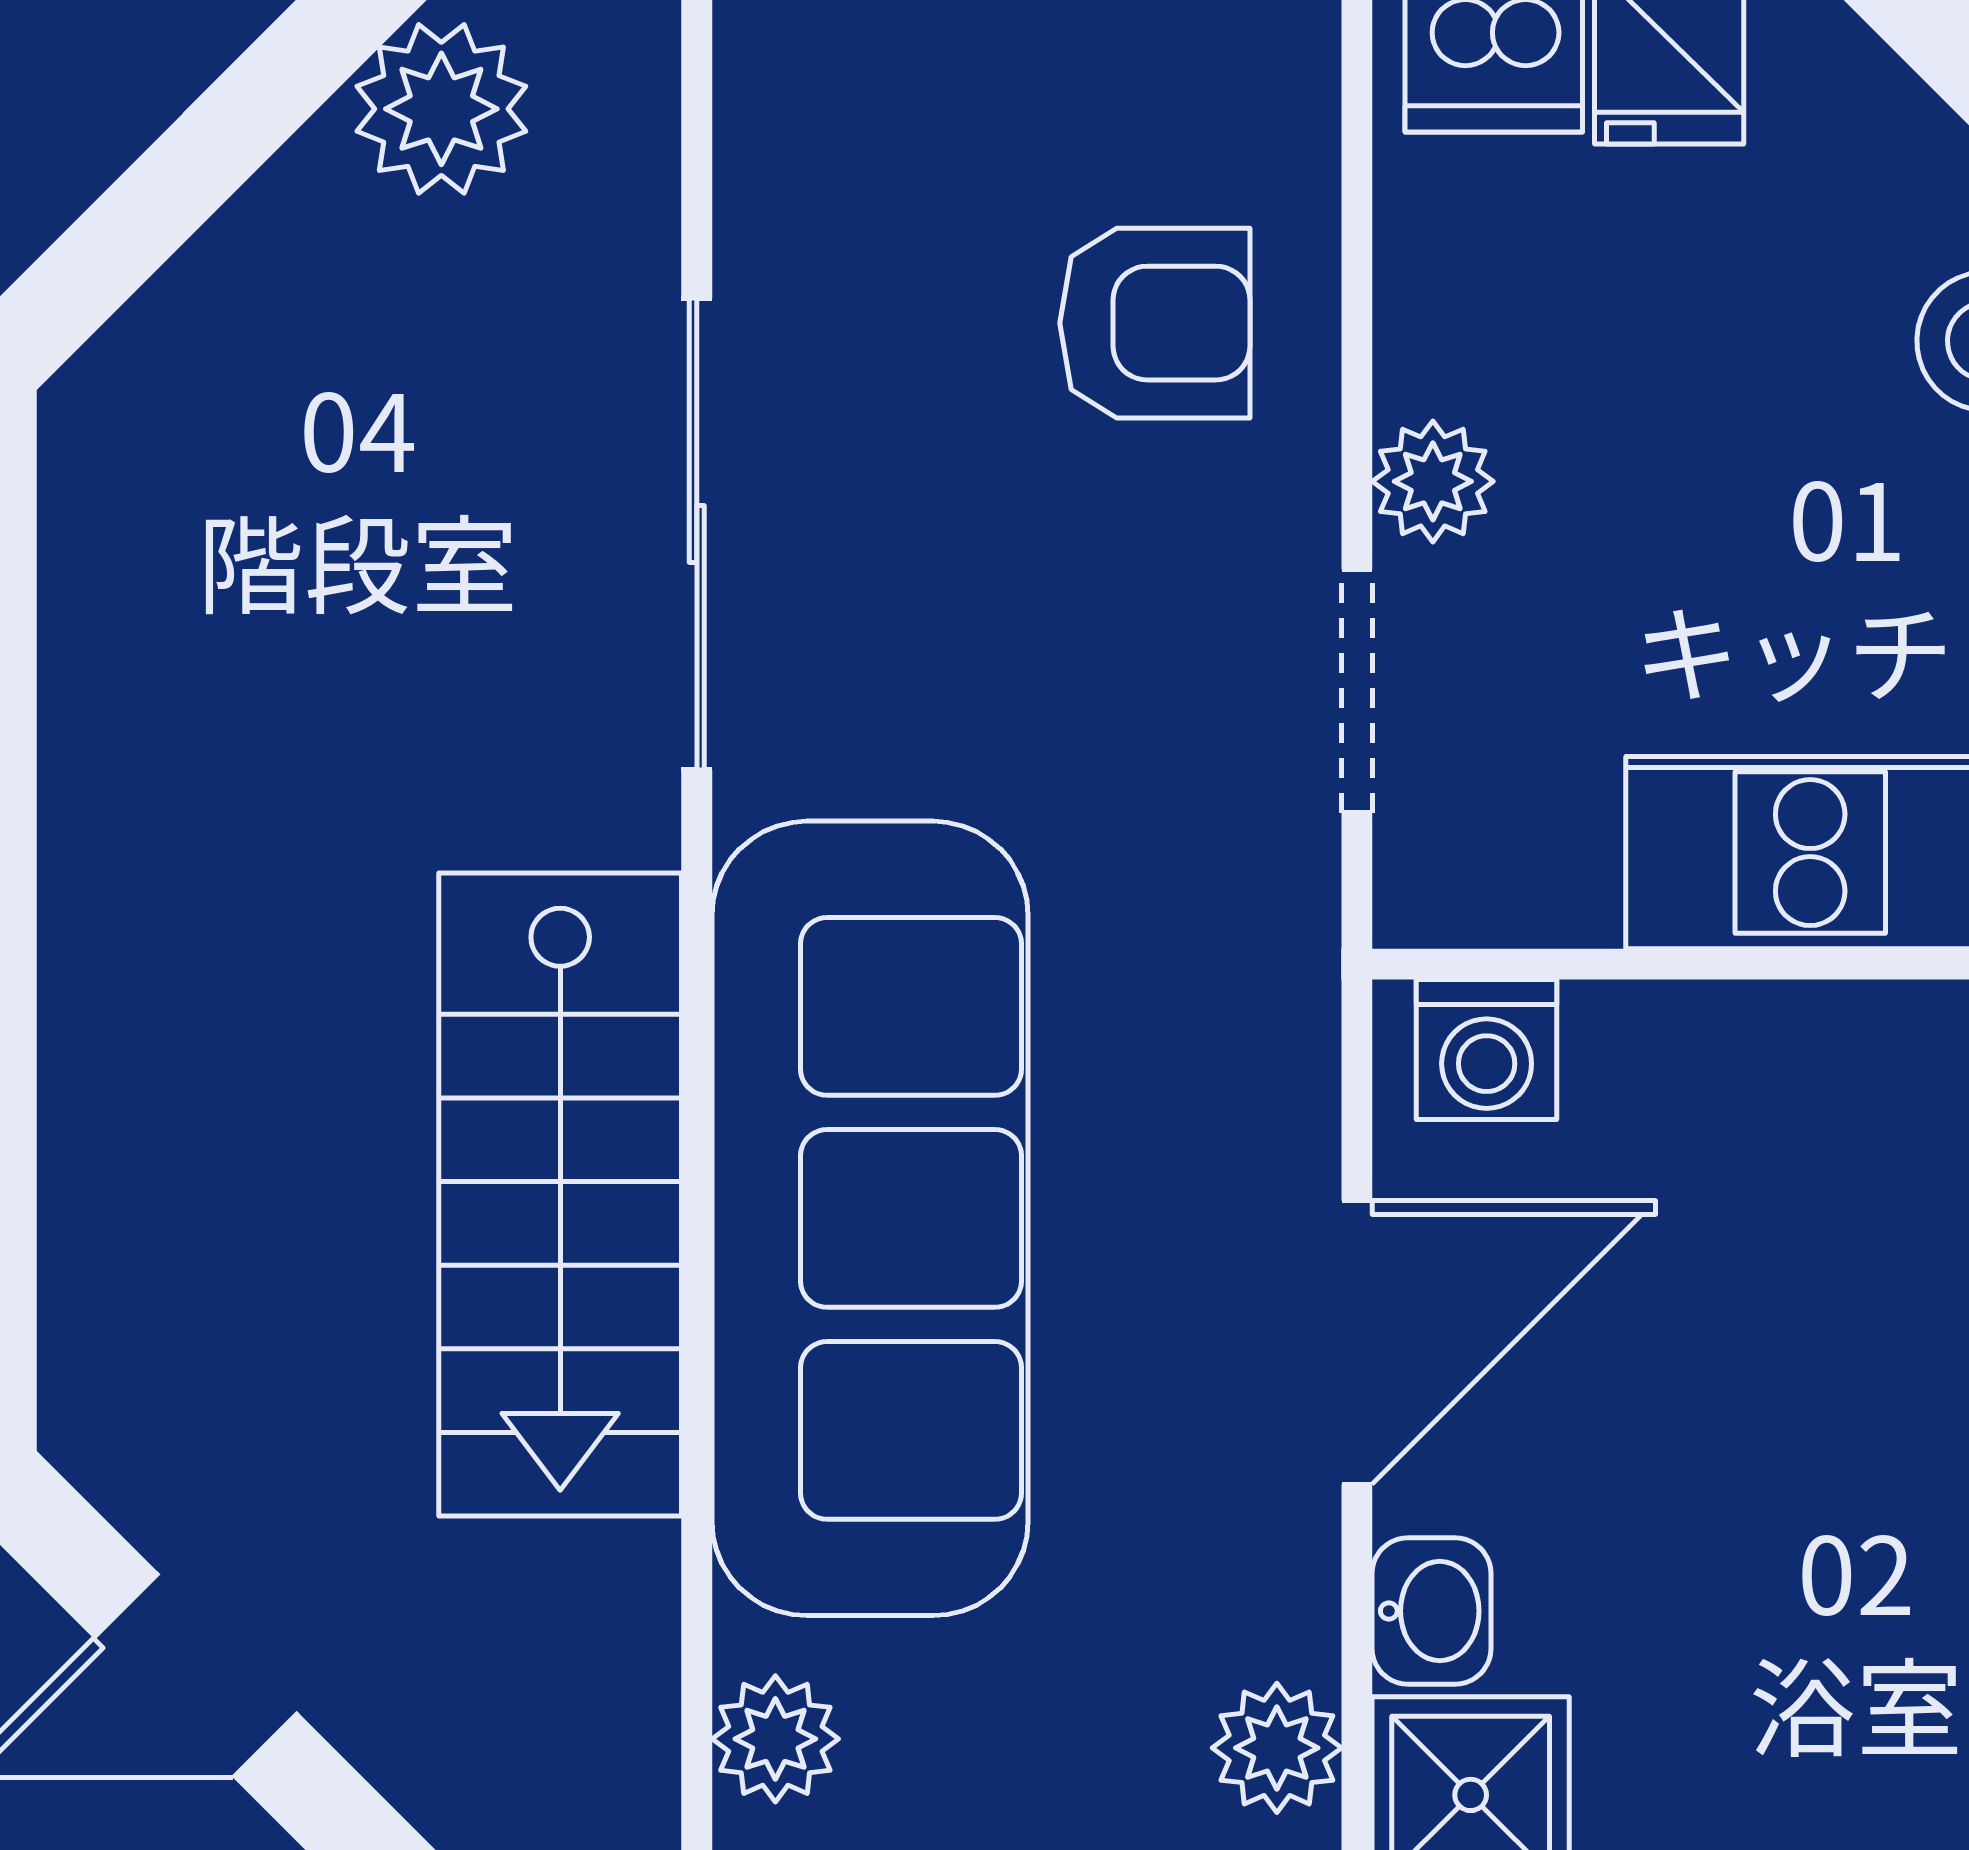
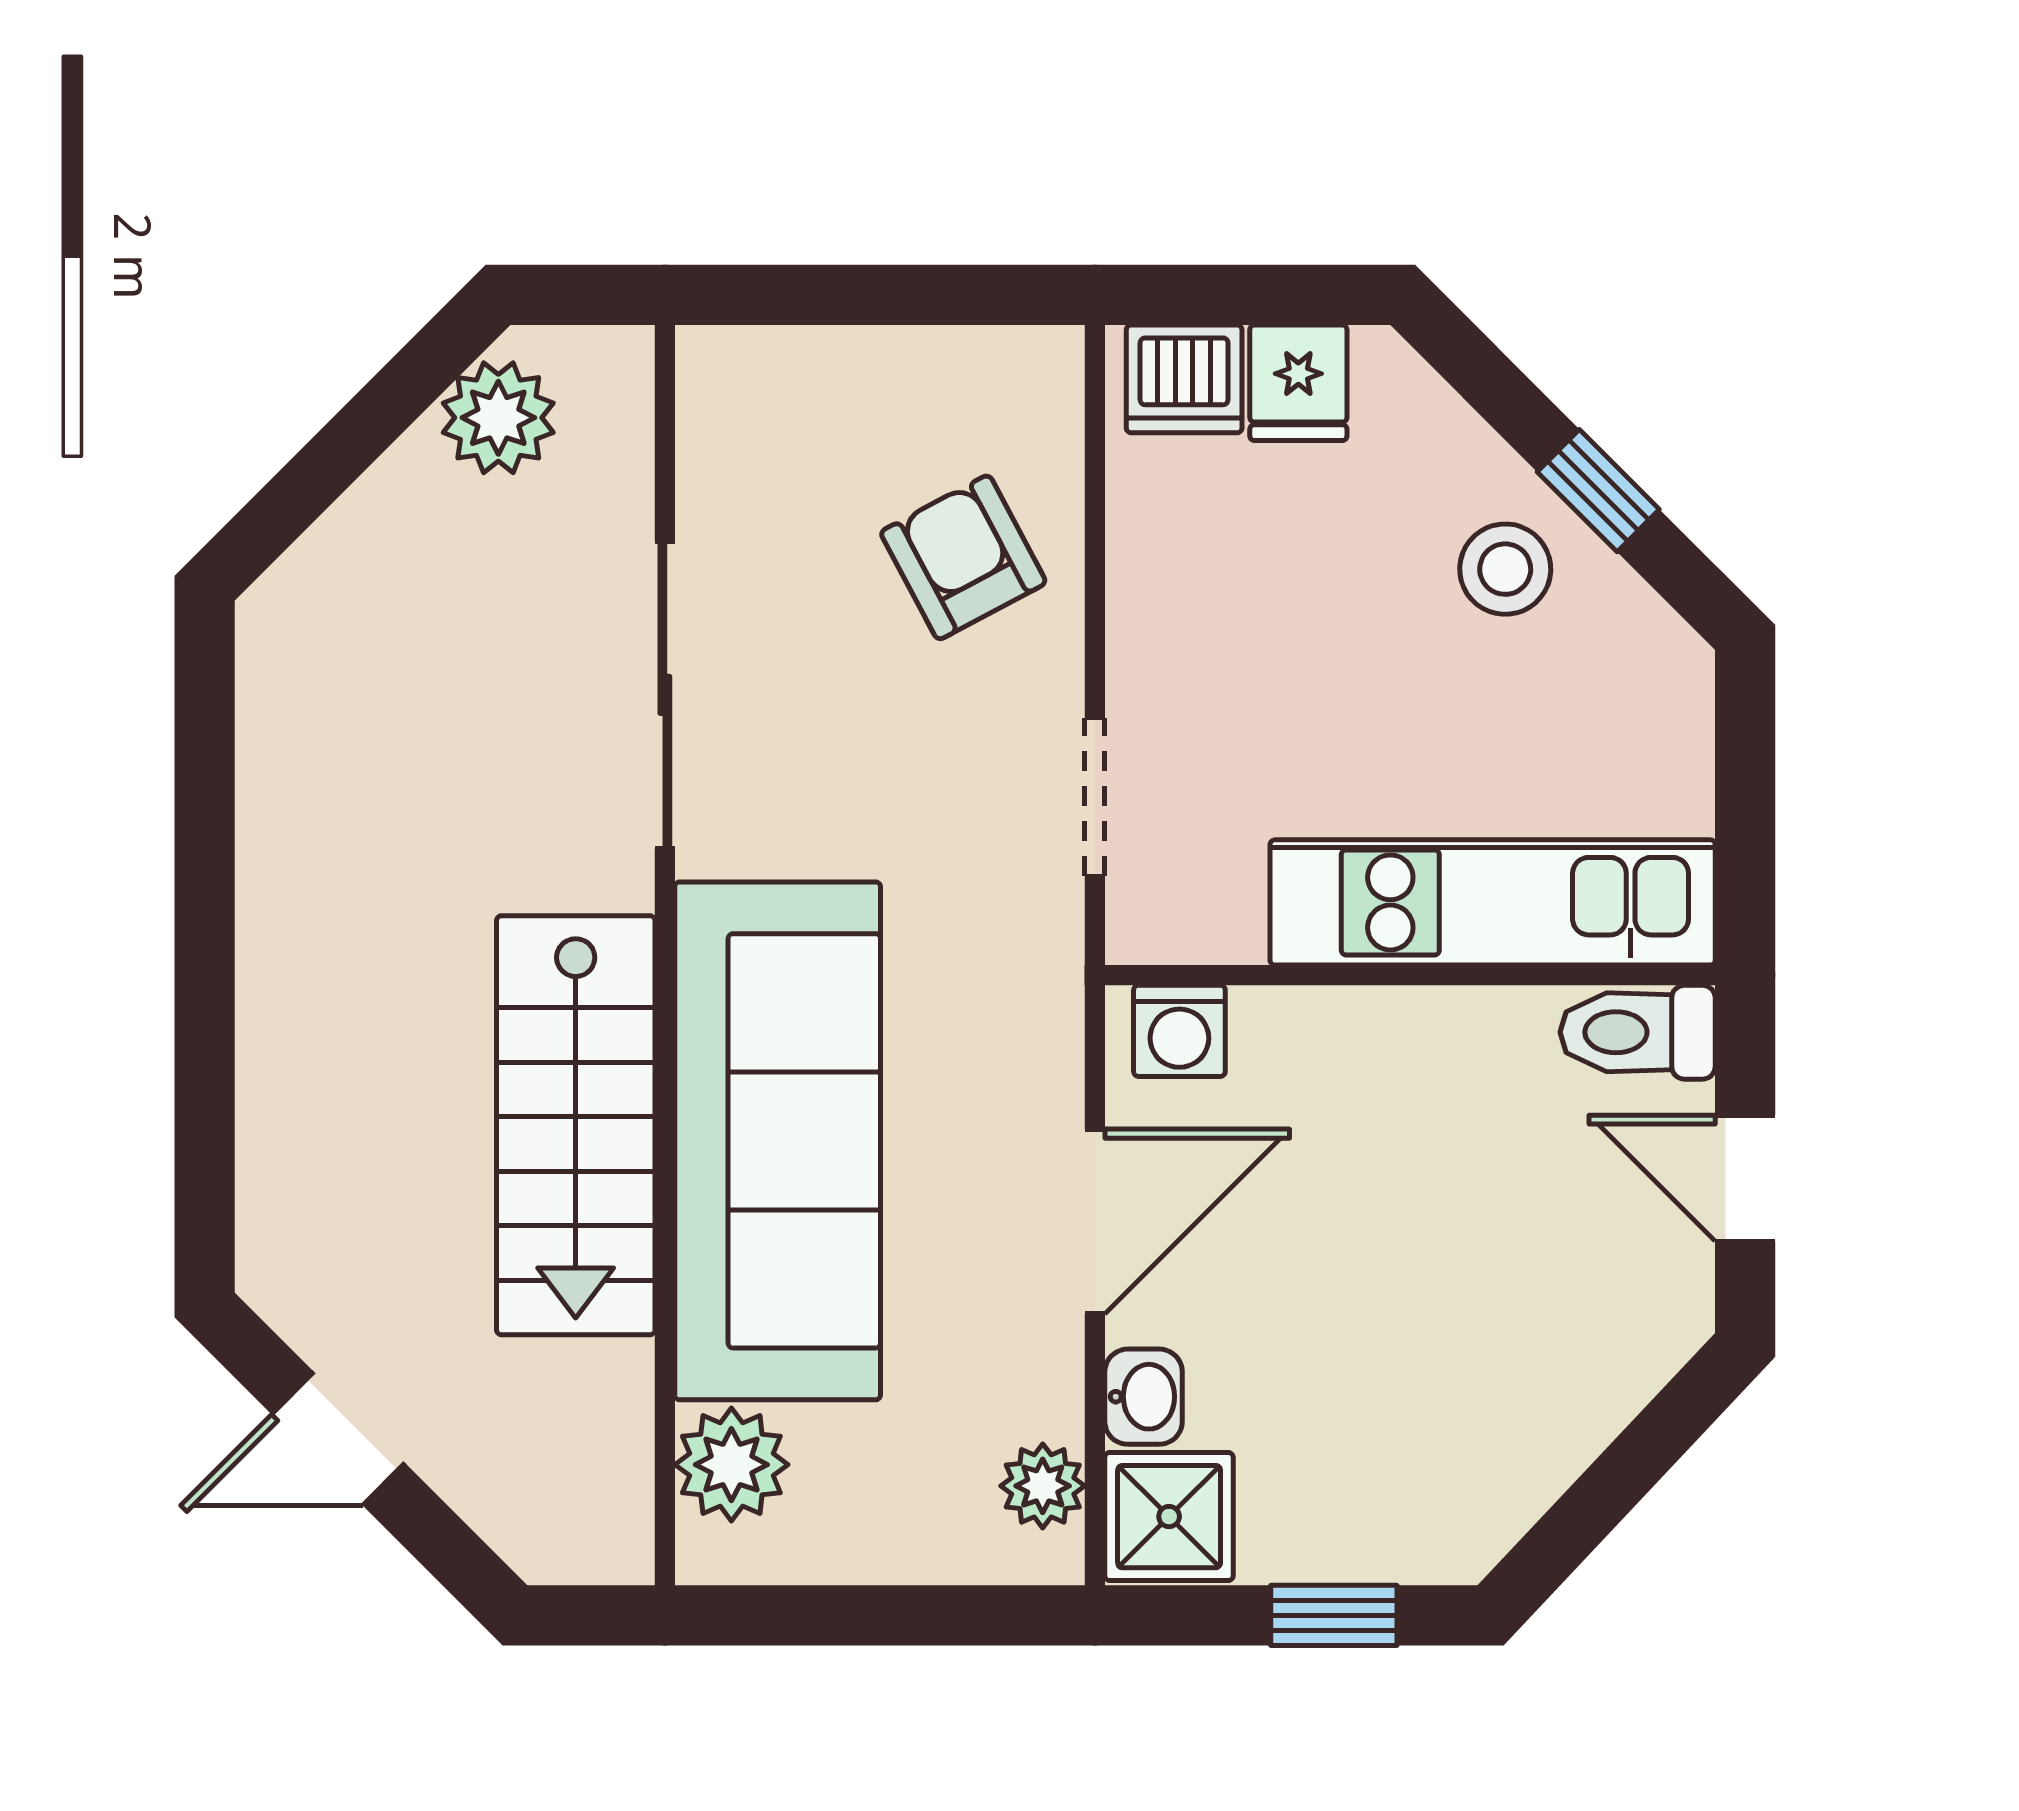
armchair: (1155, 323) -> (963, 557), turned -118
plant: (1433, 481) -> (1144, 661), removed
plant: (775, 1739) -> (731, 1465), width x1.38, depth x1.38

